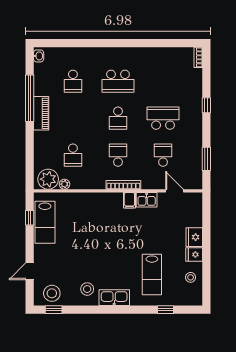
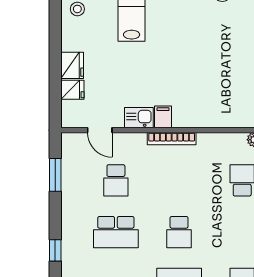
school desk: (118, 118) -> (179, 232), turned 180
school desk: (118, 155) -> (179, 180), removed
fridge: (194, 254) -> (72, 90), moved

